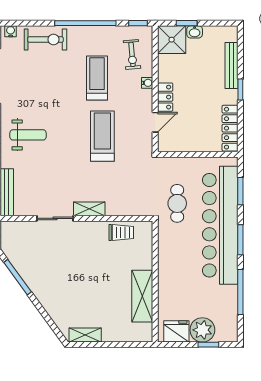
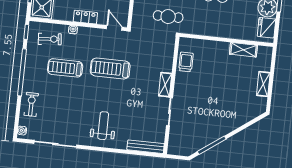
exercise bike: (46, 40) -> (31, 104), width x0.73, depth x0.72
door: (155, 122) -> (114, 28), moved
shelving: (142, 296) -> (243, 50), width x0.67, depth x0.75
shelving: (85, 335) -> (263, 84), moved

